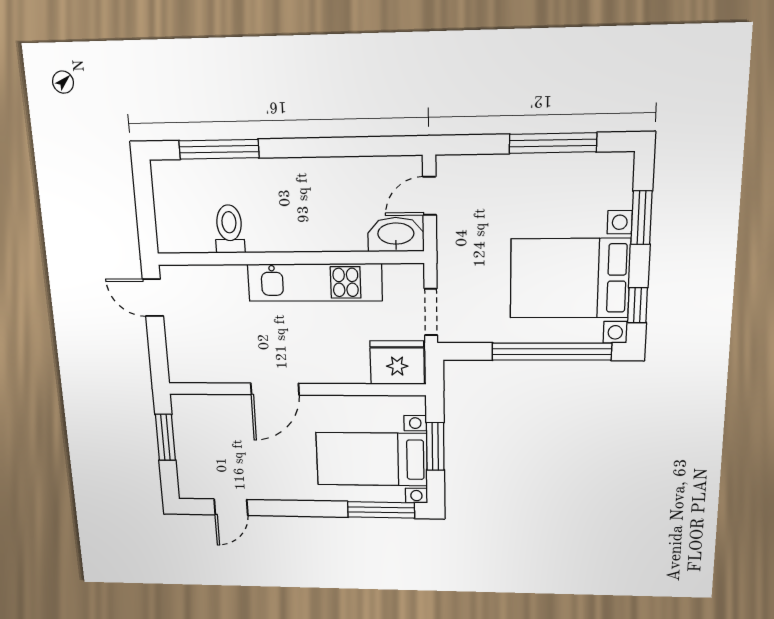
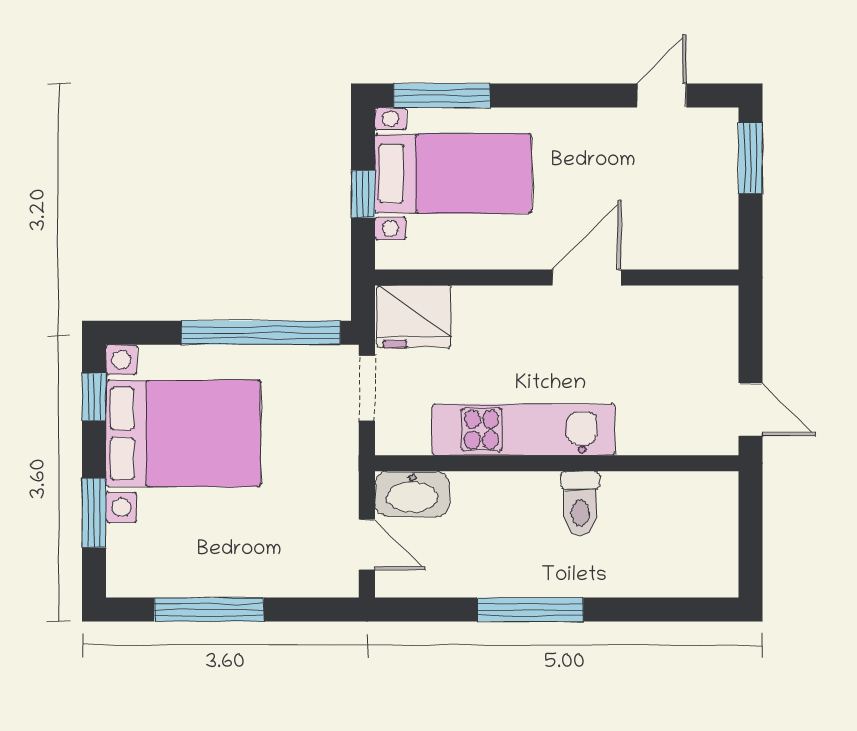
window: (219, 149) -> (530, 610), moved
door: (430, 196) -> (367, 545), hinge flipped
toilet: (229, 229) -> (580, 504), moved
window: (552, 352) -> (261, 333), moved
window: (165, 437) -> (750, 158), moved
window: (435, 446) -> (363, 194), width x0.67

